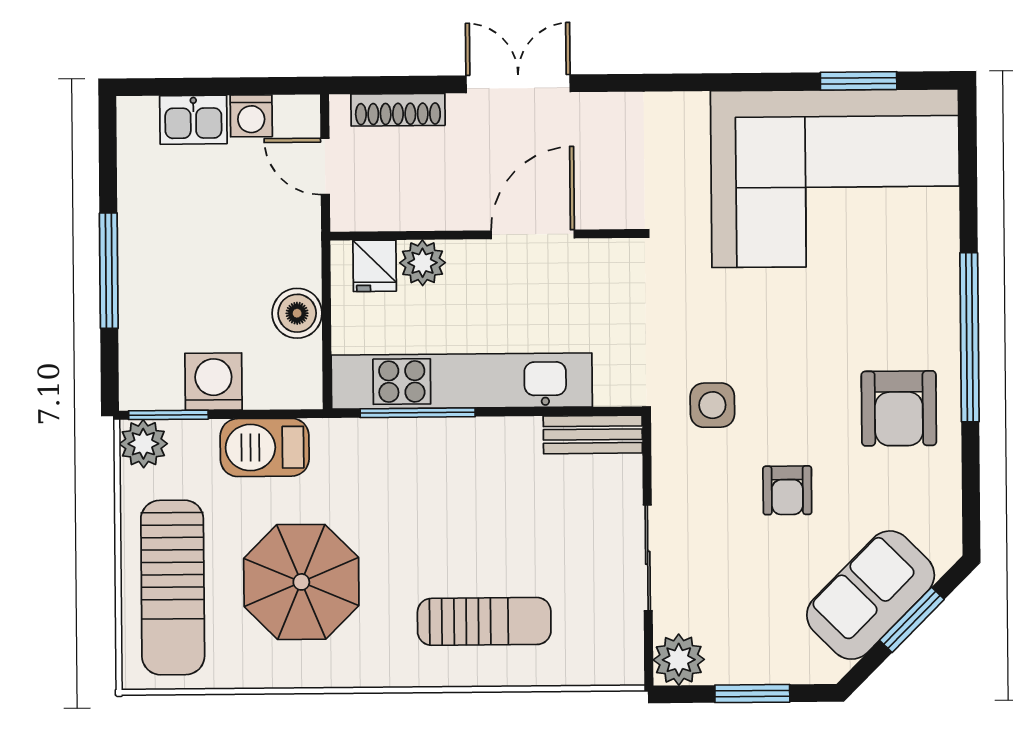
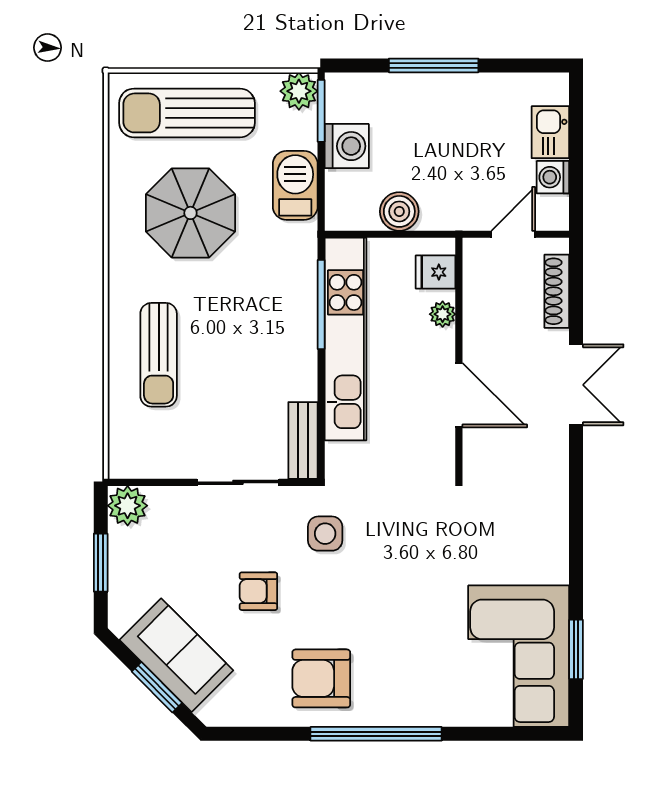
corner sofa: (835, 178) -> (519, 656), width x0.73, depth x0.74
plant: (423, 263) -> (443, 314), width x0.73, depth x0.73
sliding door: (648, 558) -> (238, 482), moved

